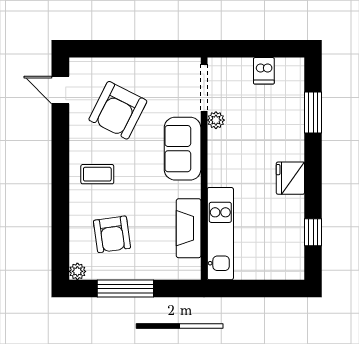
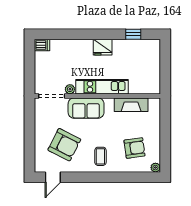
dishwasher: (264, 71) -> (42, 45), moved
window: (313, 113) -> (66, 34), removed
kitchen unit: (220, 234) -> (102, 87), moved
window: (125, 288) -> (165, 140), removed

